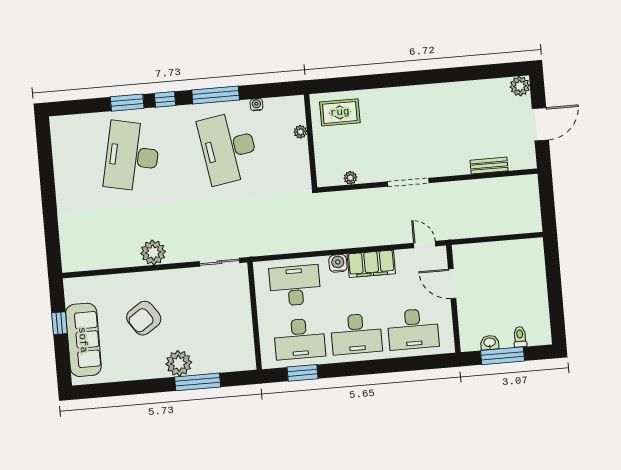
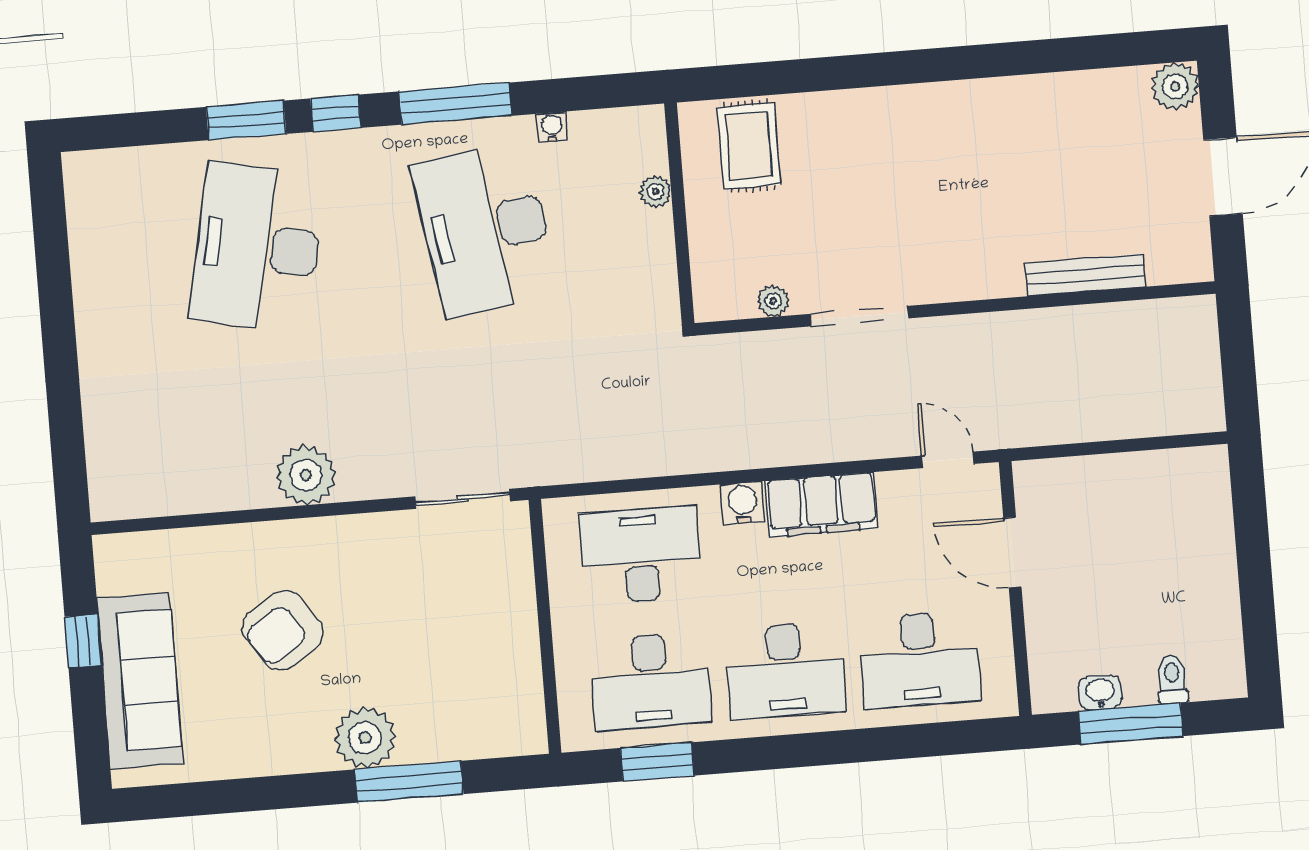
rug: (340, 112) -> (749, 146), turned 90
bench: (489, 166) -> (1085, 275), width x1.36
doorway: (408, 182) -> (859, 316), moved

